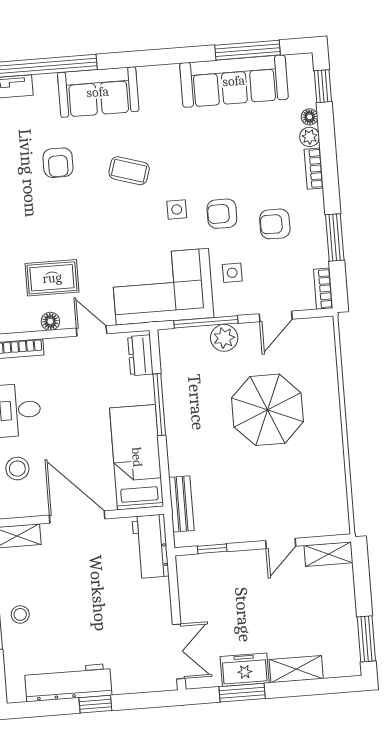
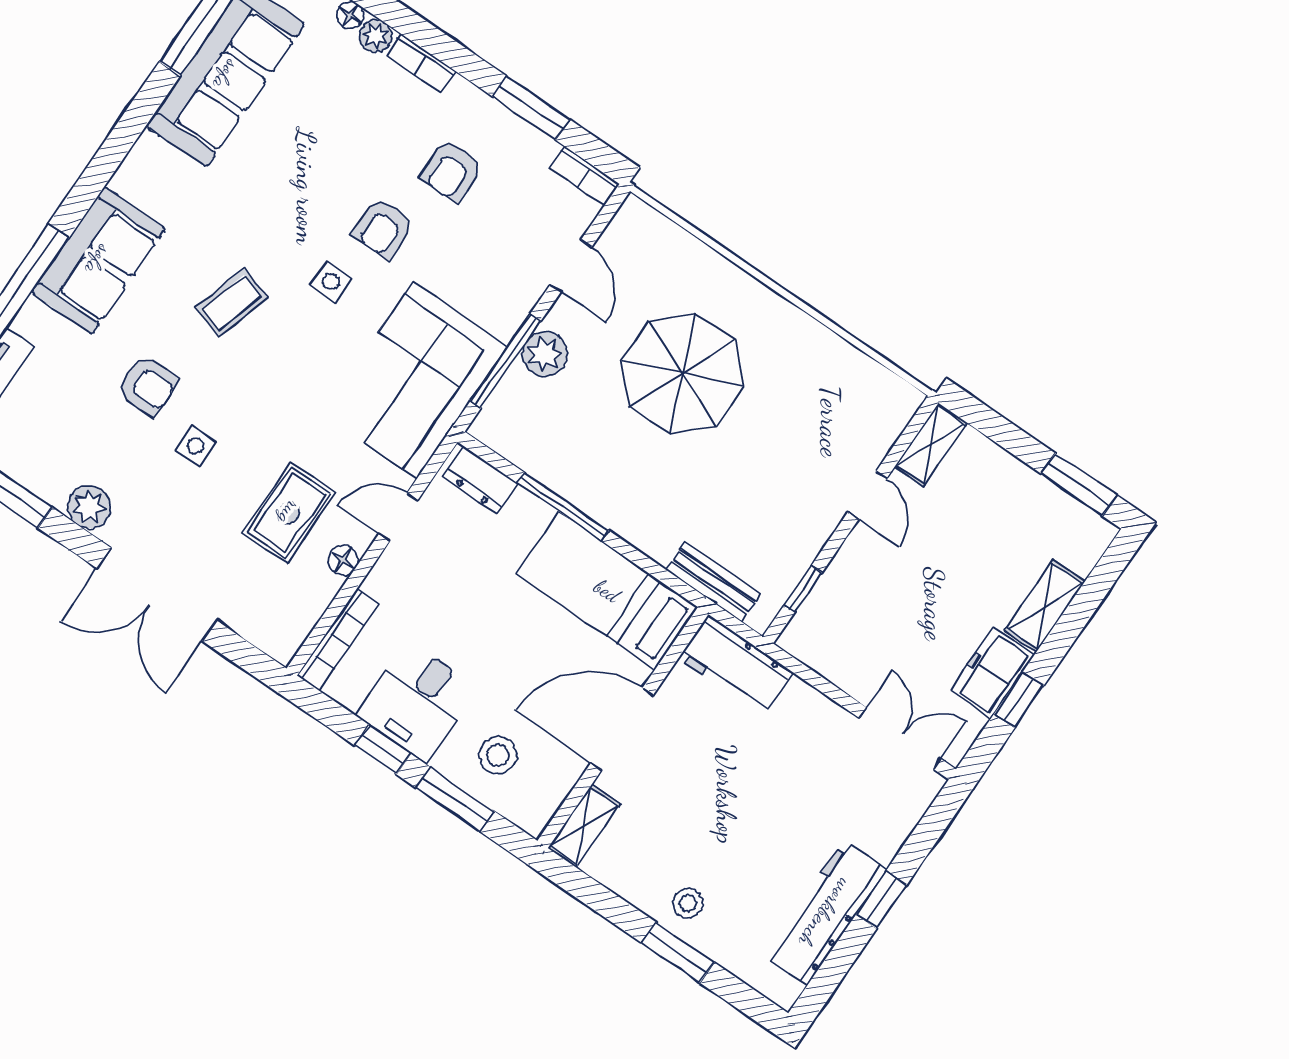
side table: (232, 273) -> (196, 446), moved
window: (242, 693) -> (1019, 700), width x0.67

